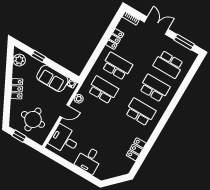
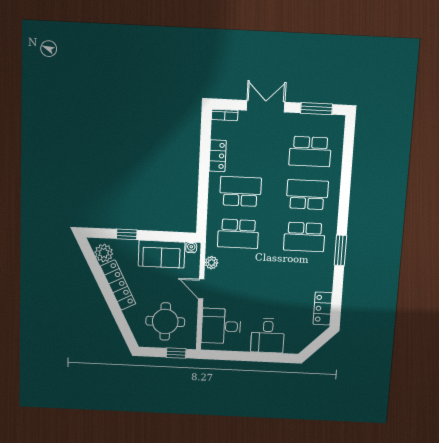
locker: (17, 89) -> (118, 285), width x1.53
school desk: (103, 90) -> (238, 234), turned 180
door: (64, 111) -> (201, 289), swing flipped
school desk: (140, 112) -> (304, 237), turned 180
window: (157, 131) -> (340, 250), added
window: (19, 136) -> (176, 353), moved
locker: (136, 149) -> (323, 308), moved

